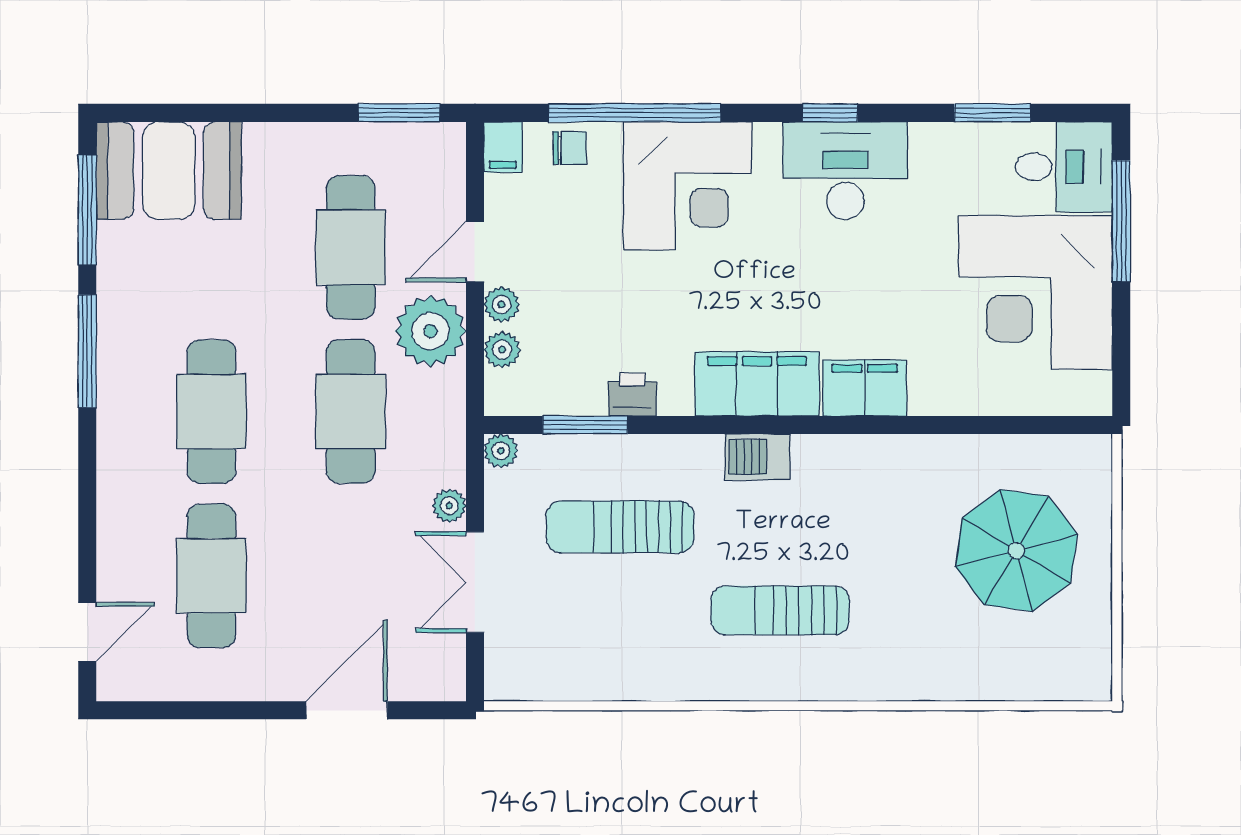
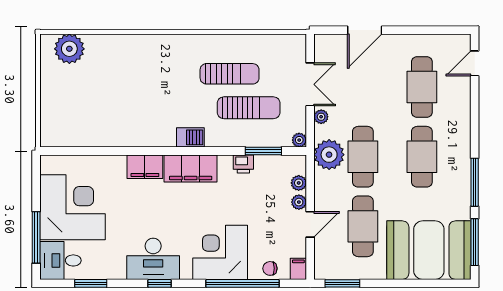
booth: (169, 171) -> (429, 250), width x1.36, depth x1.42
plant: (430, 331) -> (329, 155), moved
parasol: (1016, 551) -> (81, 98), removed
sun lounger: (780, 610) -> (230, 74), moved
plant: (1043, 666) -> (69, 49), added

